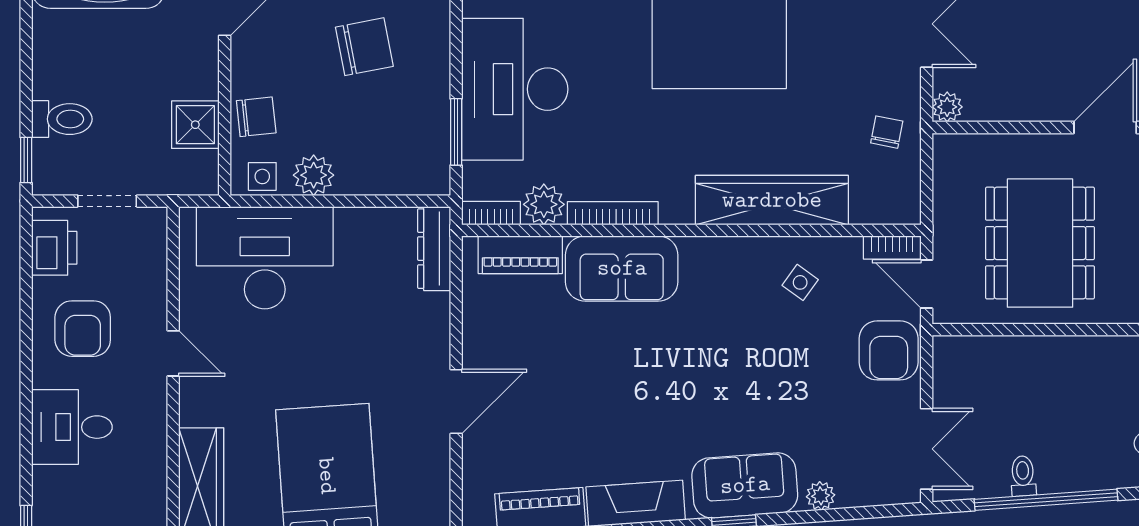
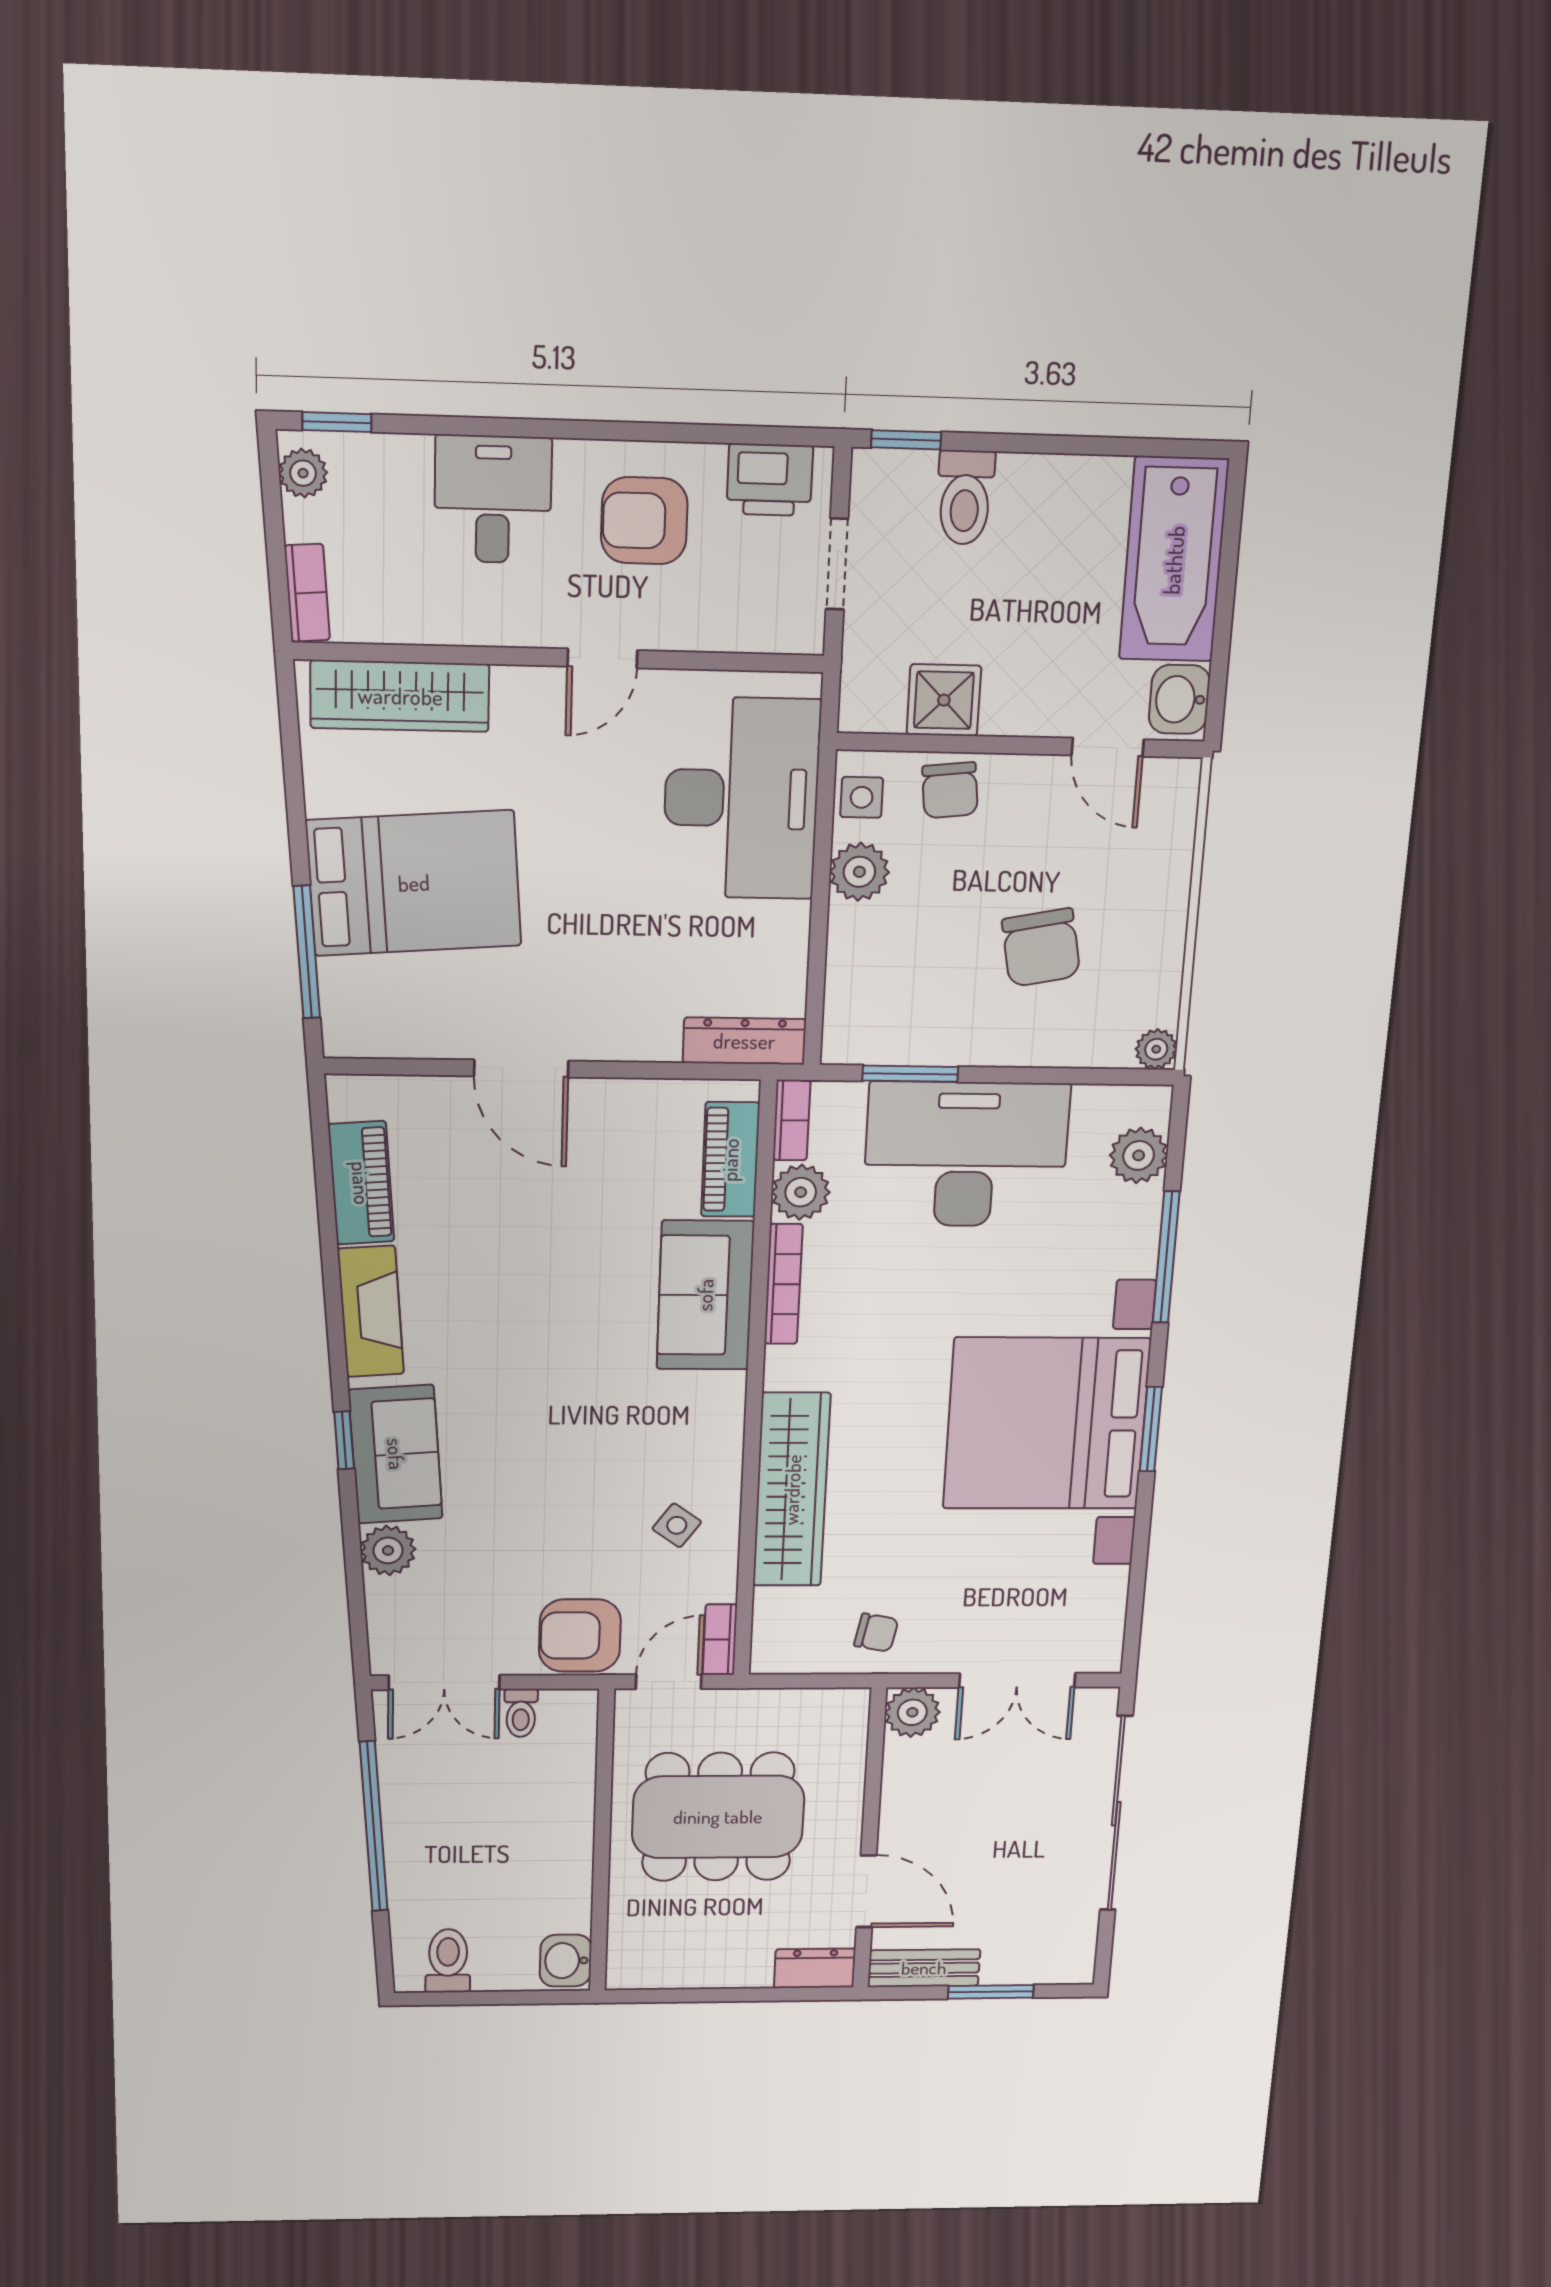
plant: (947, 107) -> (912, 1712), width x1.38, depth x1.38
toilet: (1023, 476) -> (521, 1713), moved, turned 94
plant: (821, 496) -> (388, 1550), width x1.38, depth x1.38

